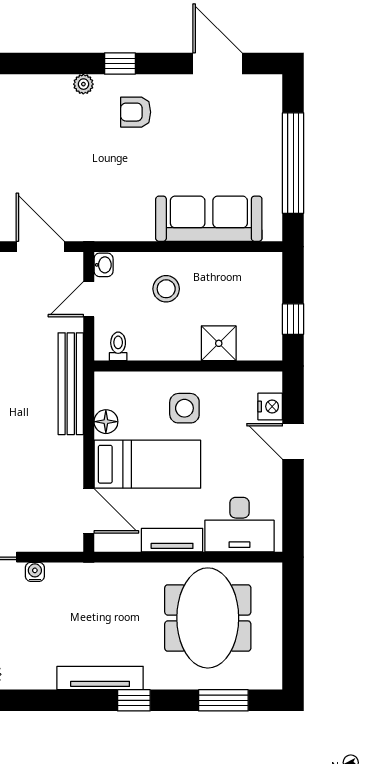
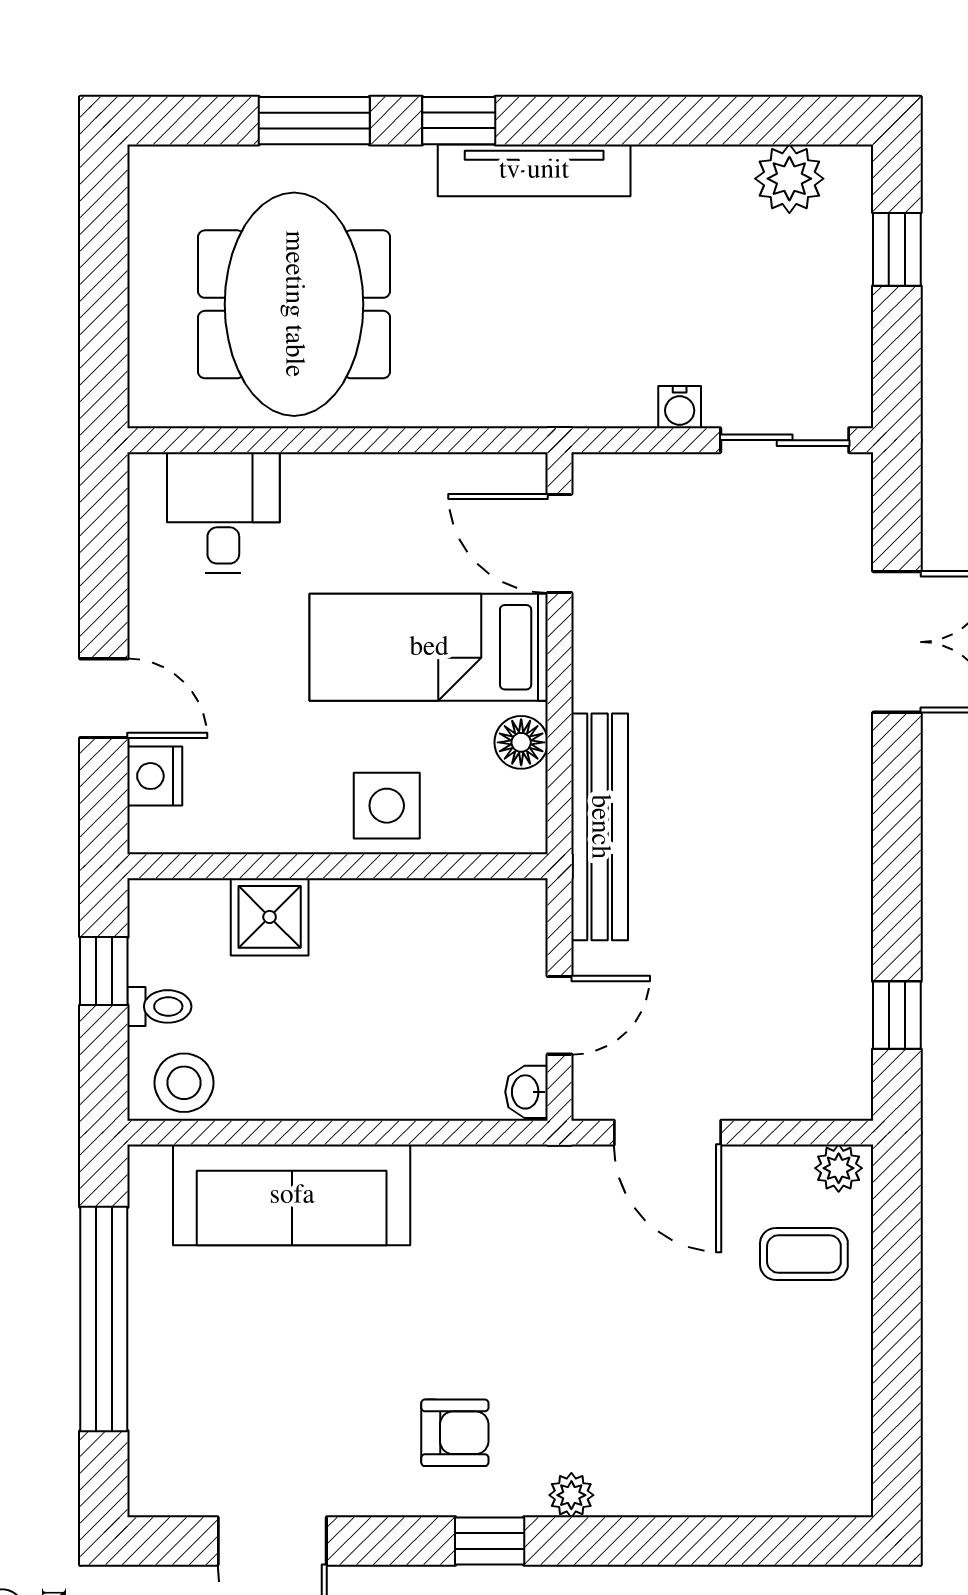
stool: (166, 289) -> (184, 1083), moved
toilet: (118, 346) -> (159, 1006), moved, turned -90
side table: (184, 408) -> (387, 806), moved
desk: (239, 525) -> (223, 513), width x0.73
tv unit: (172, 540) -> (374, 478), removed
window: (223, 700) -> (314, 121), moved

